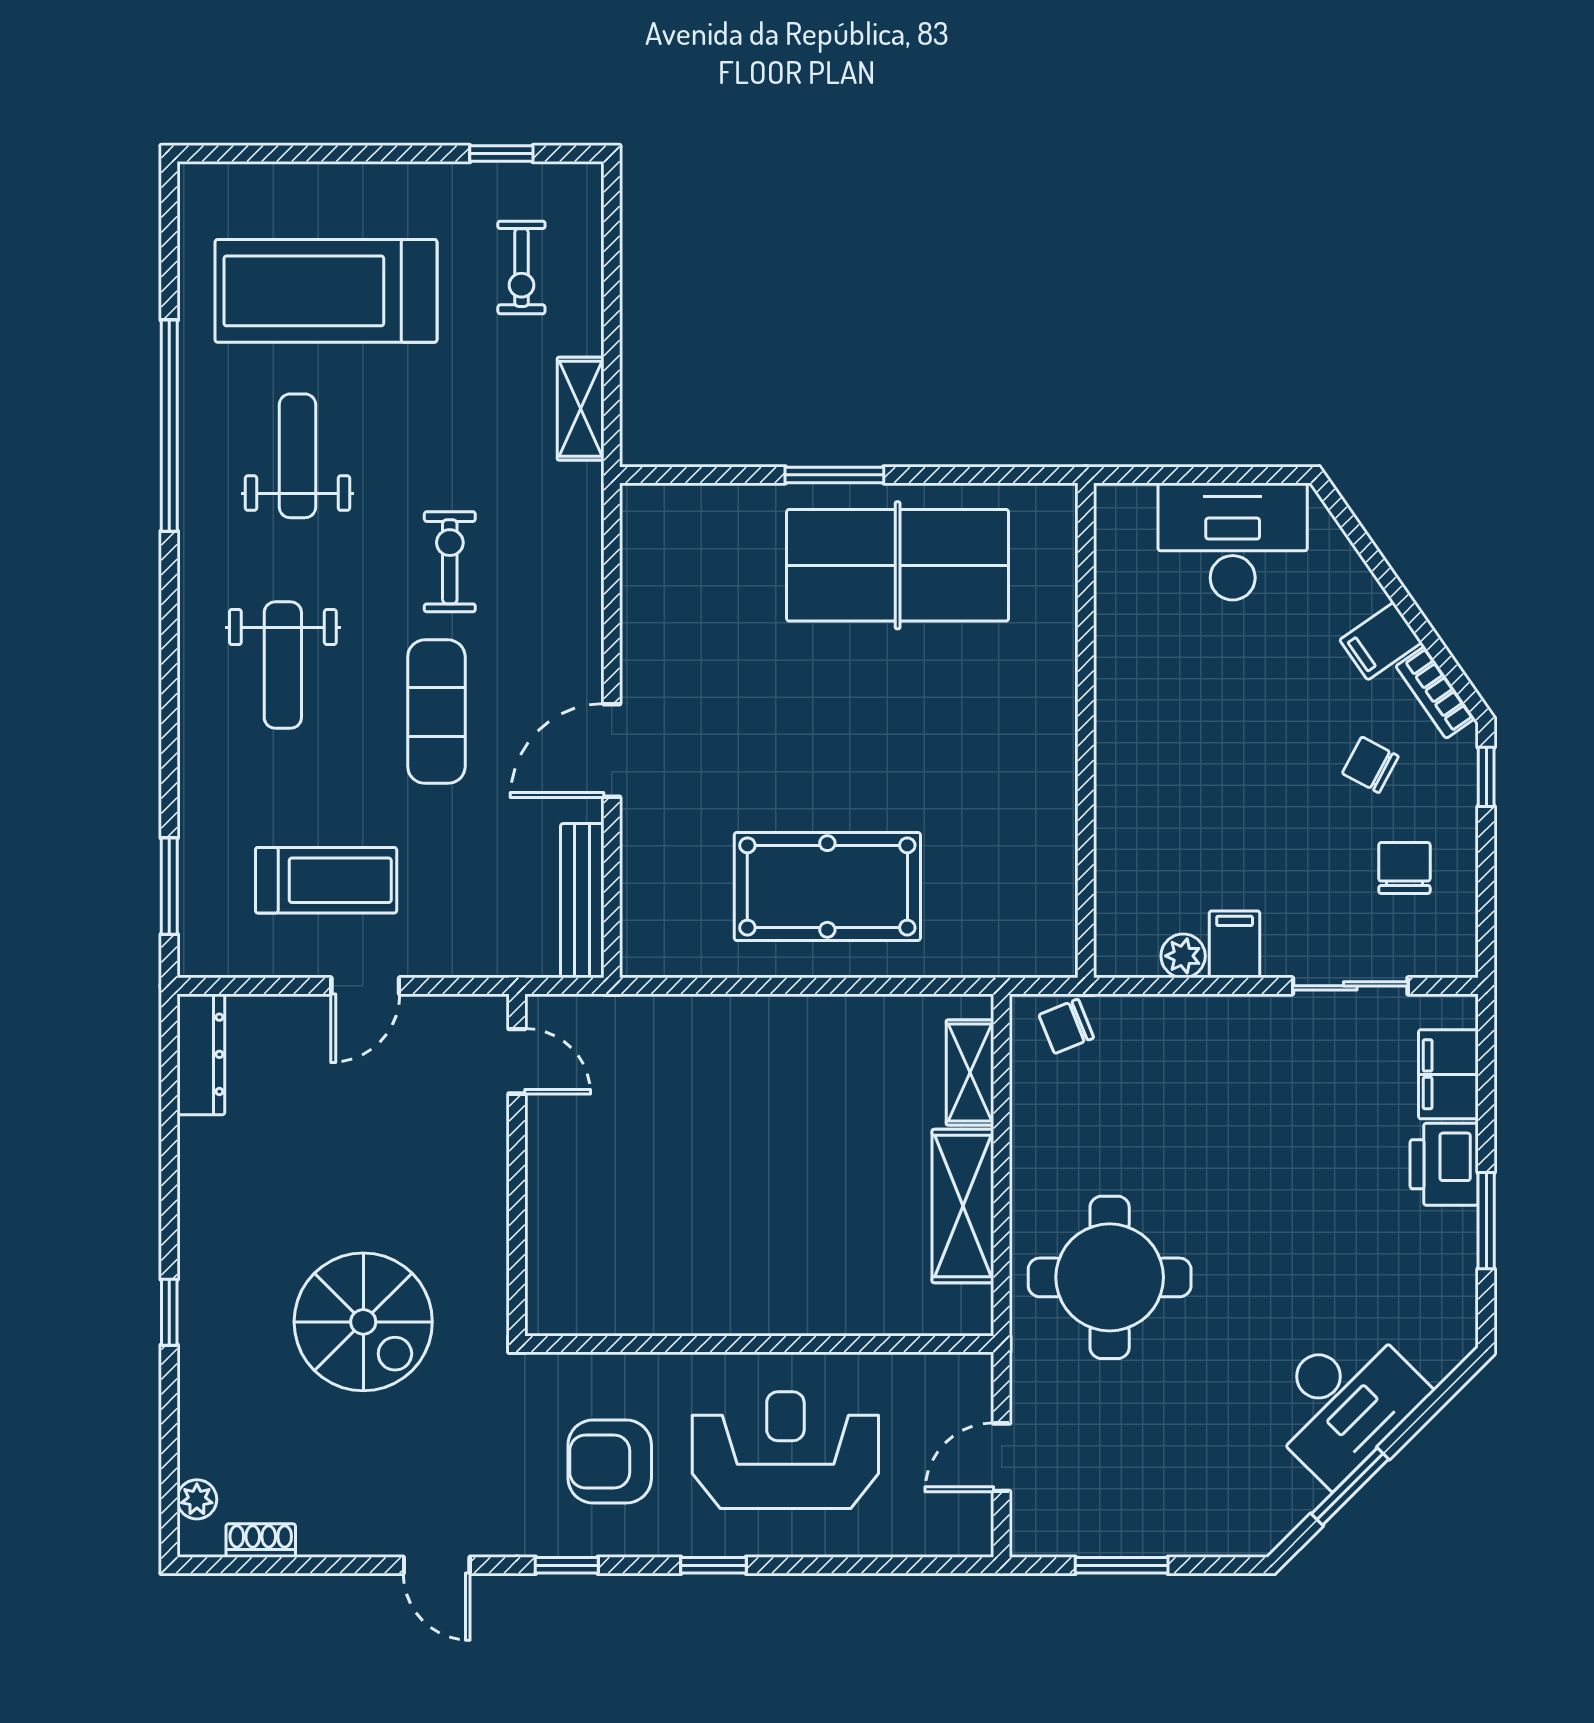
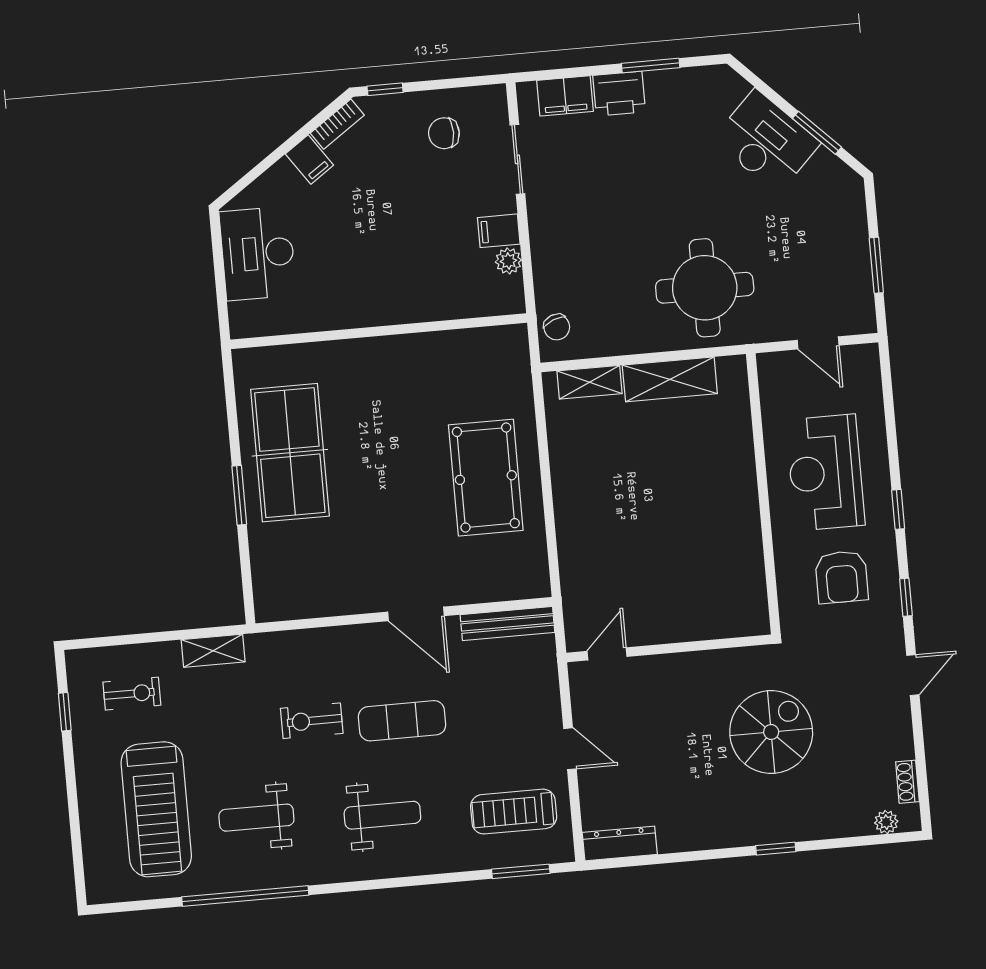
chair: (1370, 765) -> (384, 159), removed
treadmill: (326, 880) -> (514, 812), moved, turned -90

